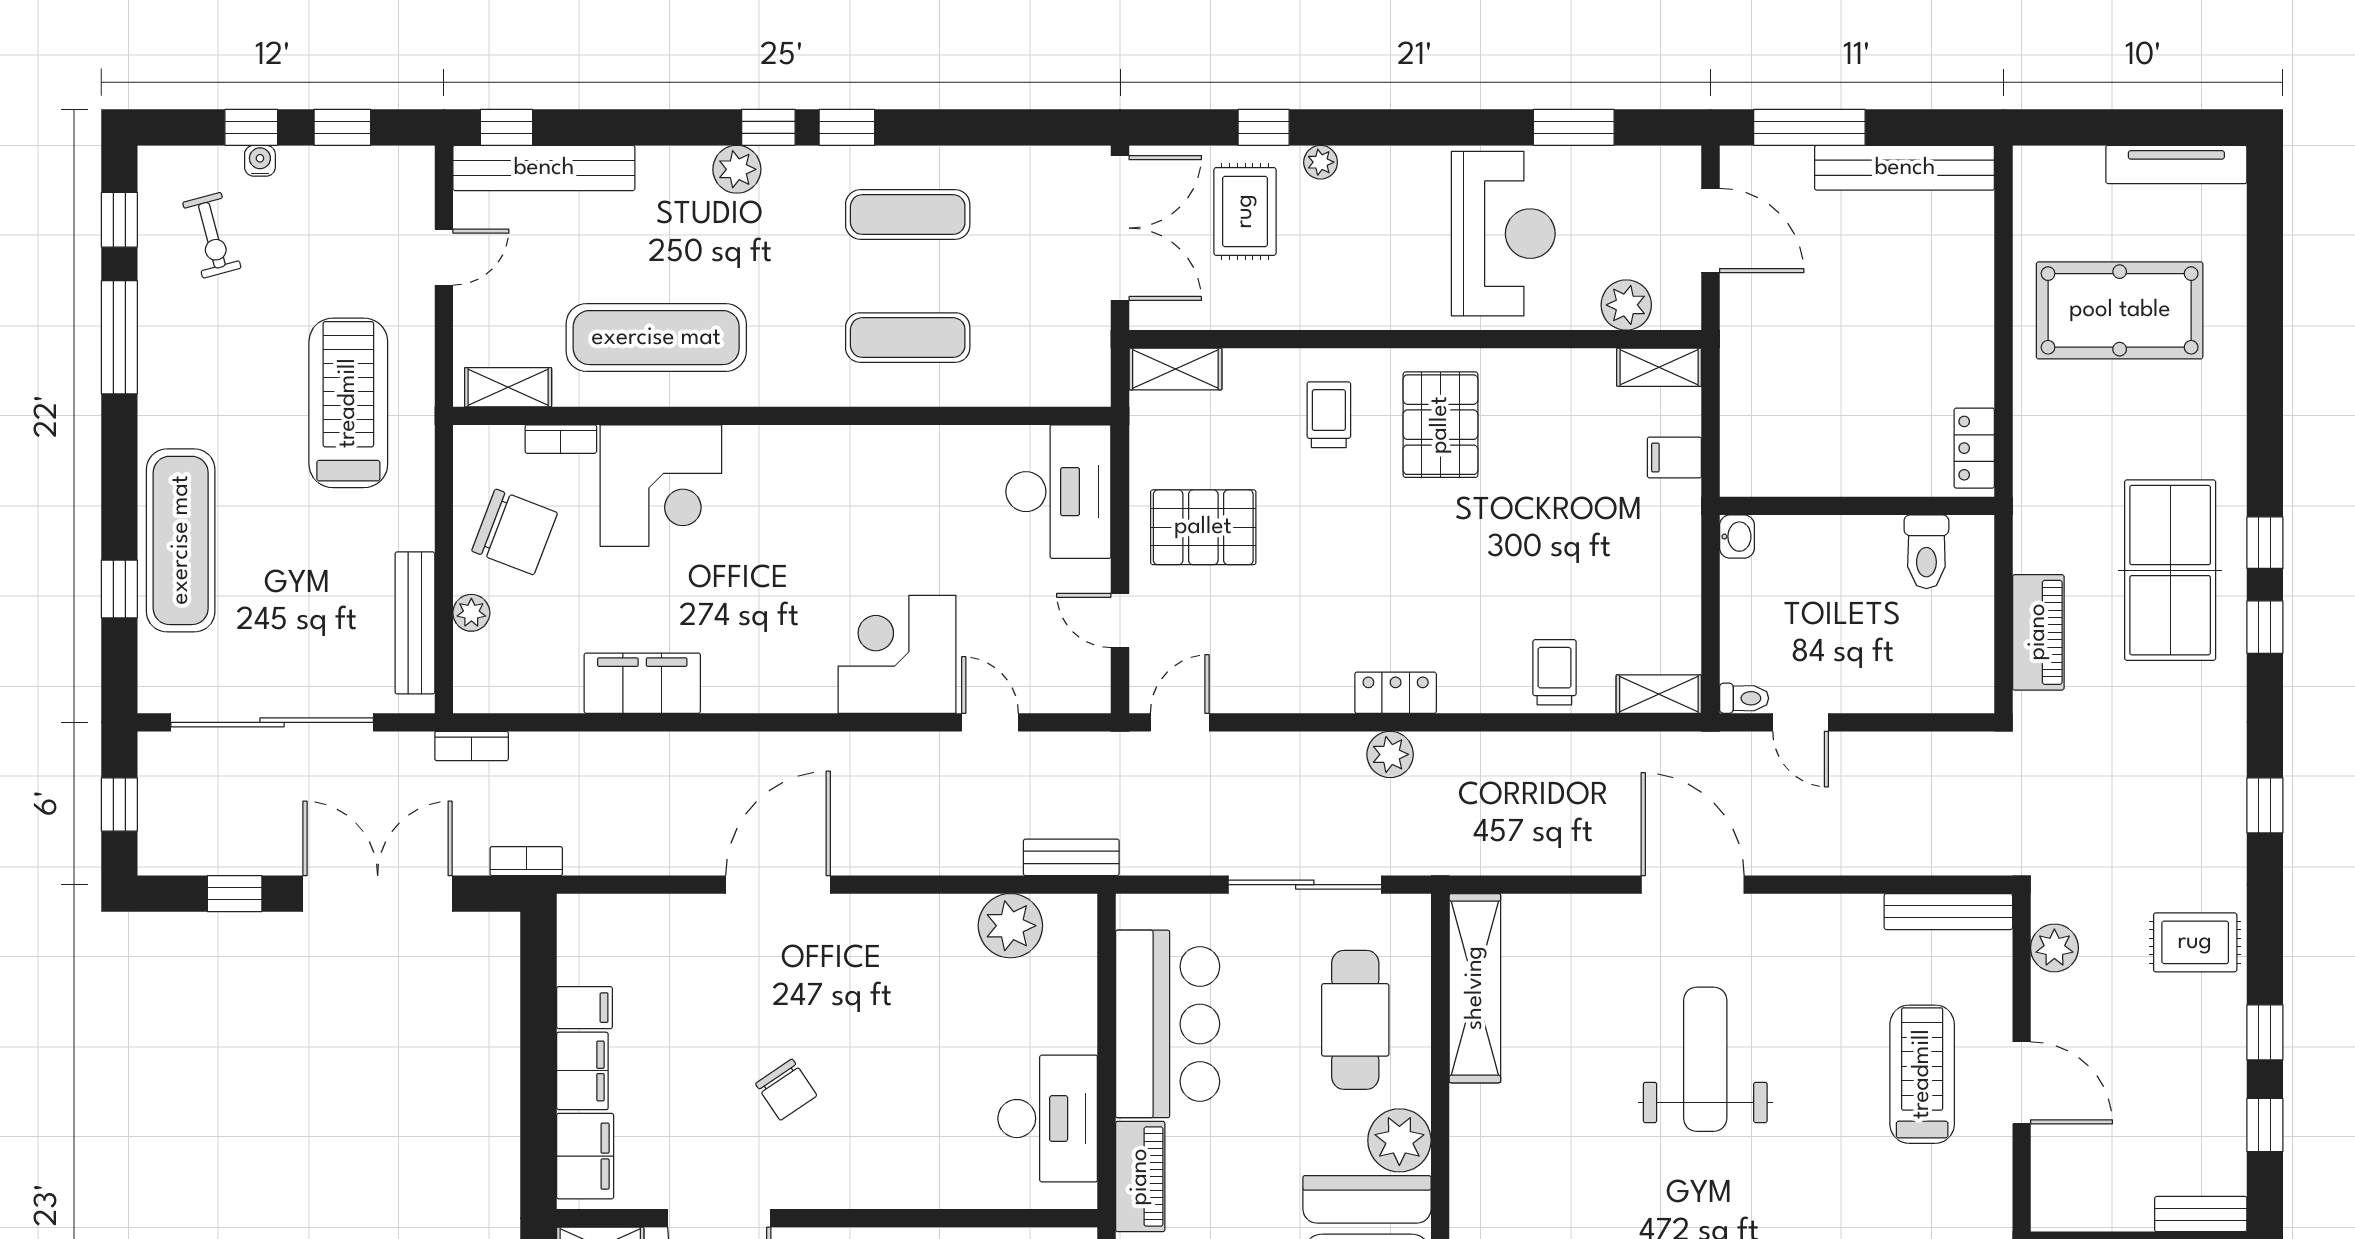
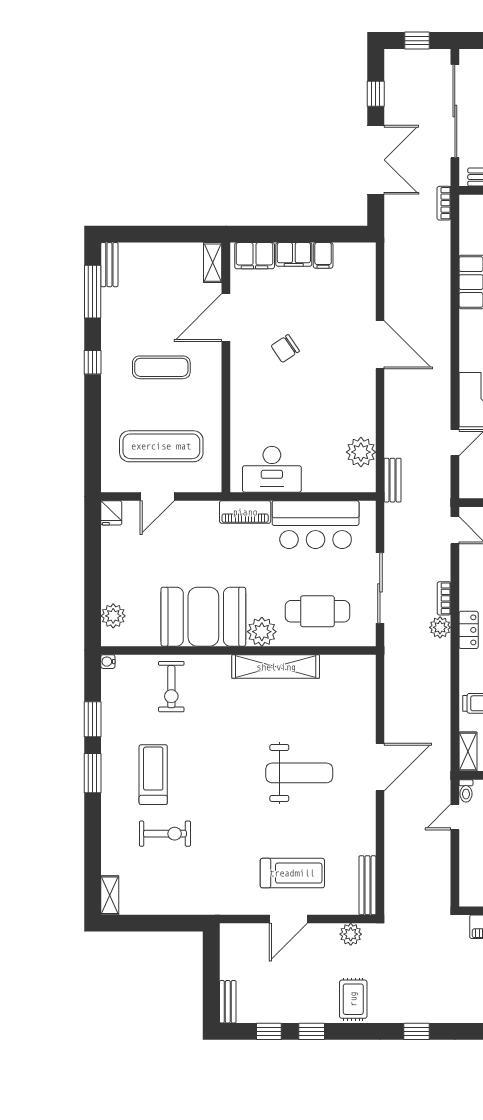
bookcase: (526, 861) -> (444, 598), moved, turned 180
shelving: (1475, 988) -> (276, 667), moved

